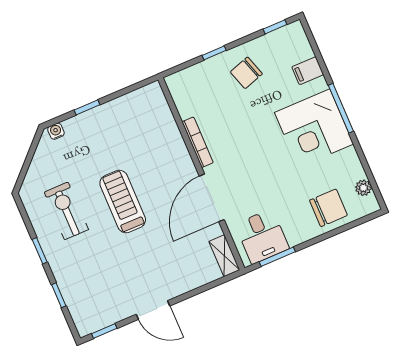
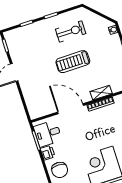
treadmill: (123, 202) -> (73, 62), turned 180
printer: (298, 233) -> (48, 153), added
shelving: (224, 256) -> (101, 93), moved

